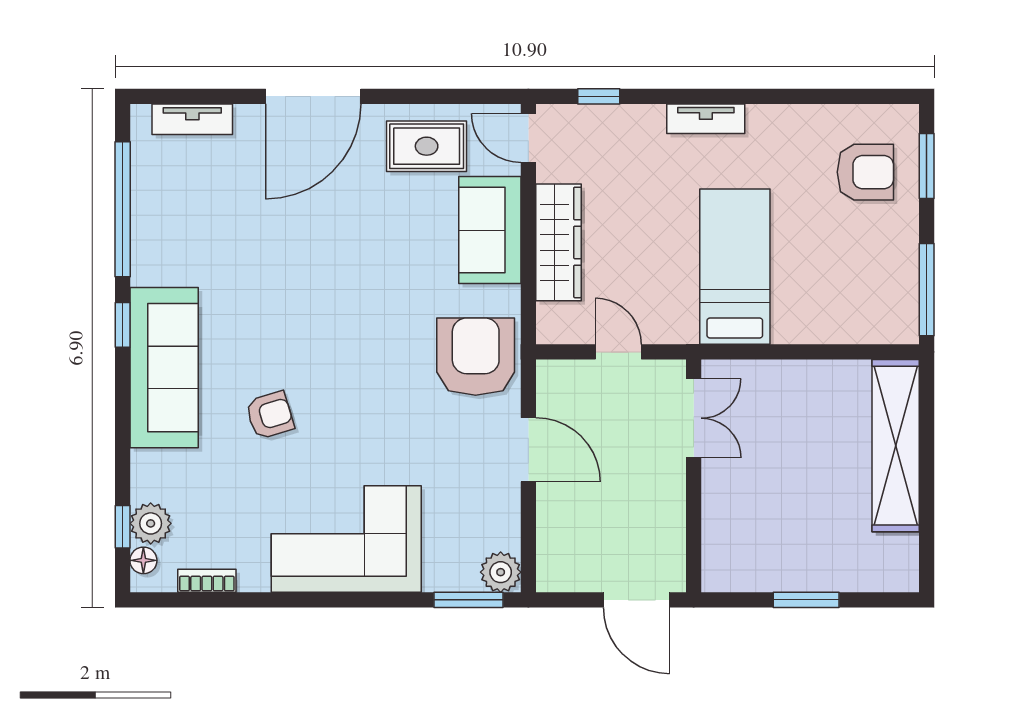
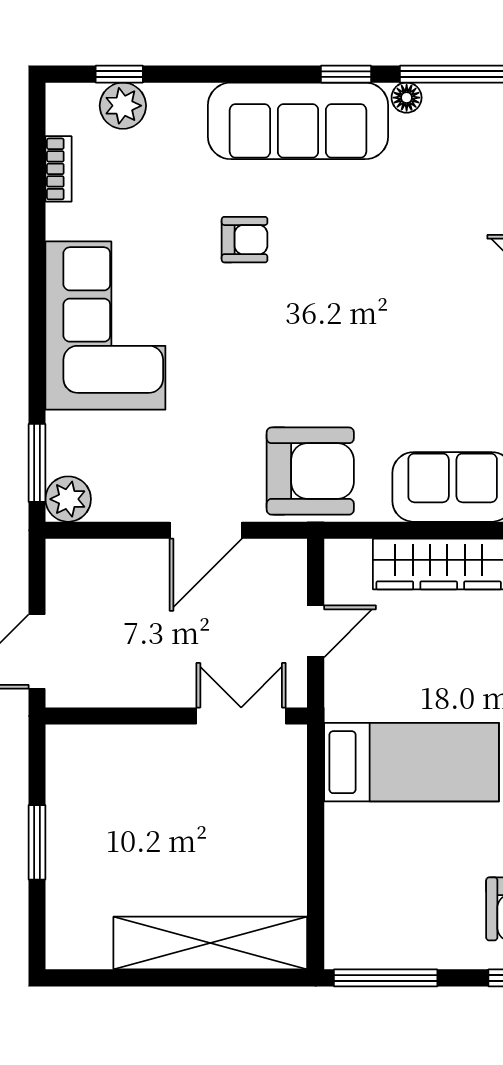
armchair: (270, 415) -> (245, 240), turned -73
double door: (694, 418) -> (241, 716), swing flipped
floor lamp: (143, 560) -> (407, 98), moved

